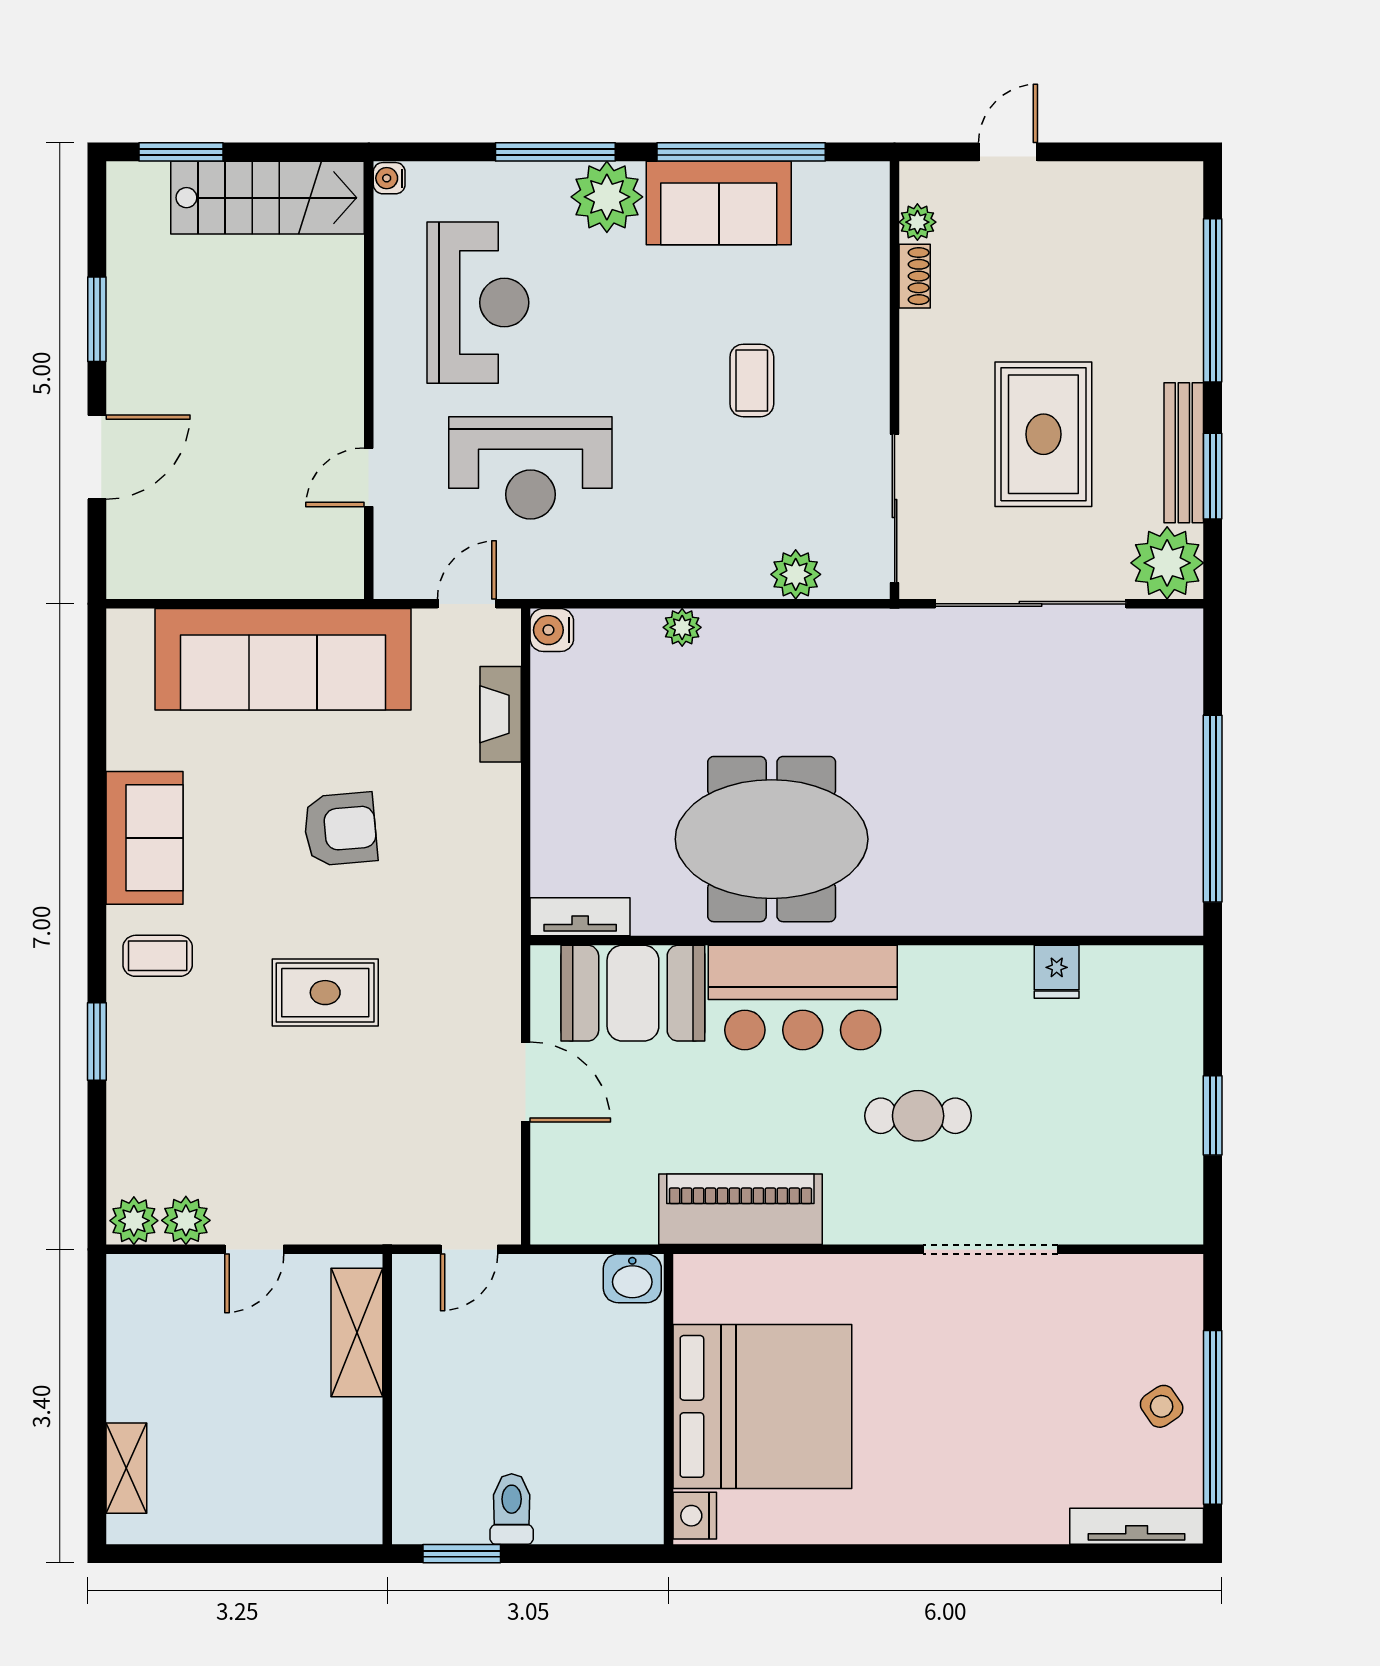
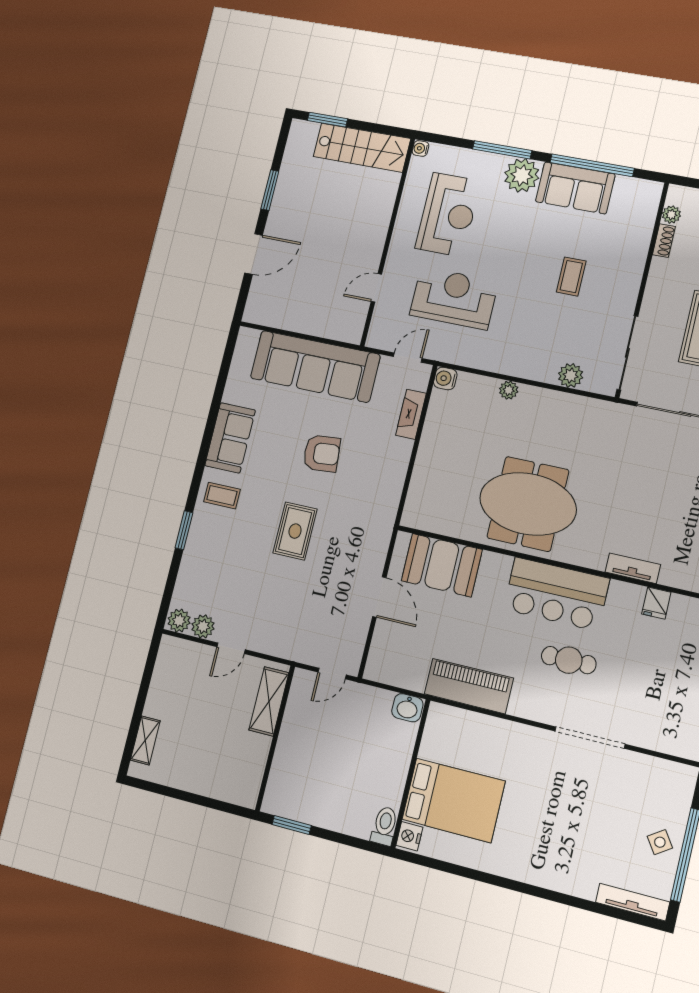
reception desk: (530, 468) -> (454, 298), turned 180
tv unit: (580, 917) -> (633, 568), moved
rug: (325, 993) -> (295, 531), turned 90
bar counter: (803, 997) -> (556, 594), moved
bed: (762, 1406) -> (453, 800), width x0.73
toilet: (512, 1509) -> (384, 826), moved

